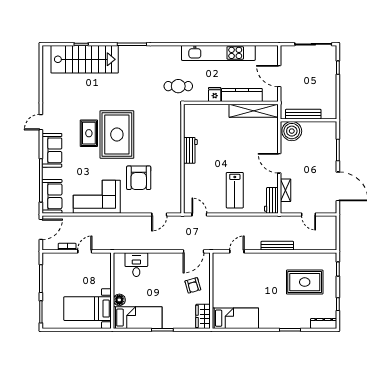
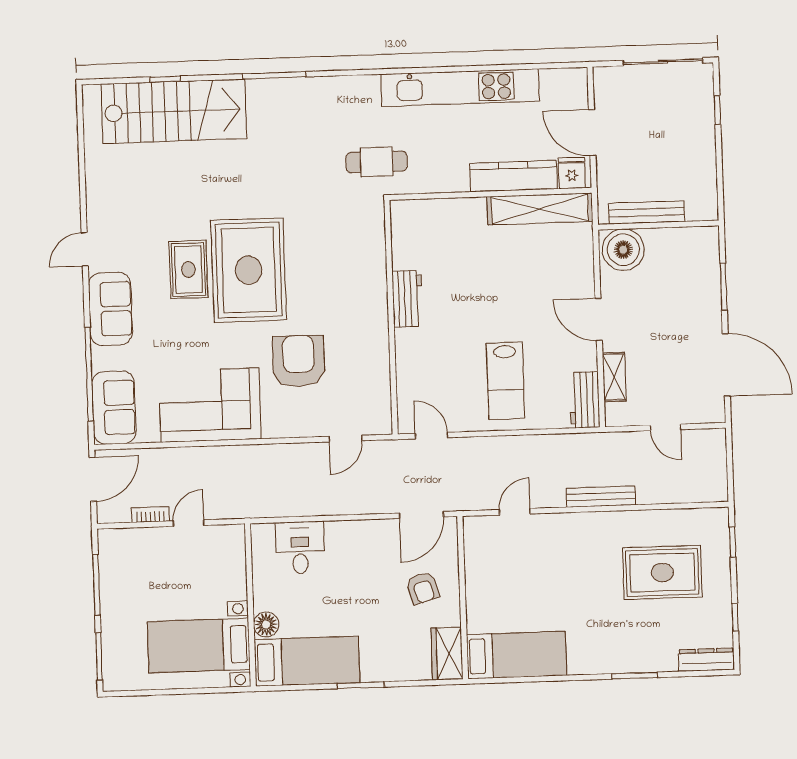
fridge: (215, 95) -> (572, 173), moved
armchair: (139, 178) -> (299, 361), turned 180

